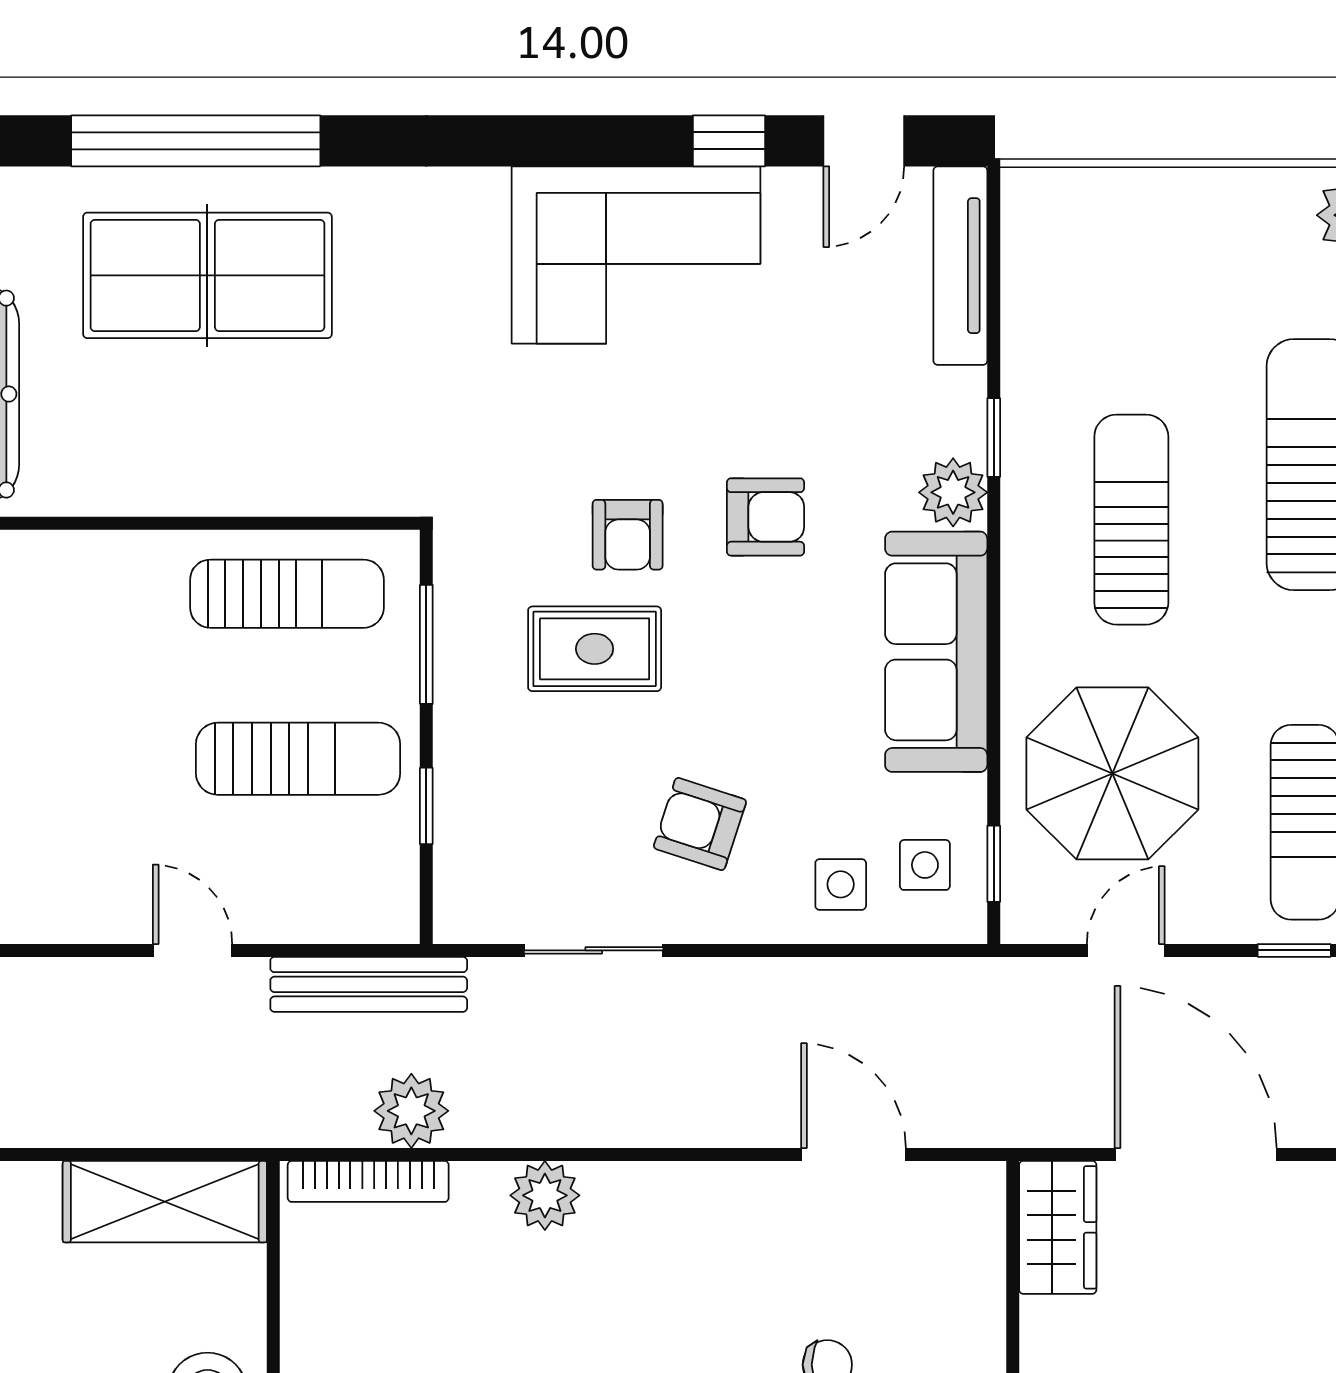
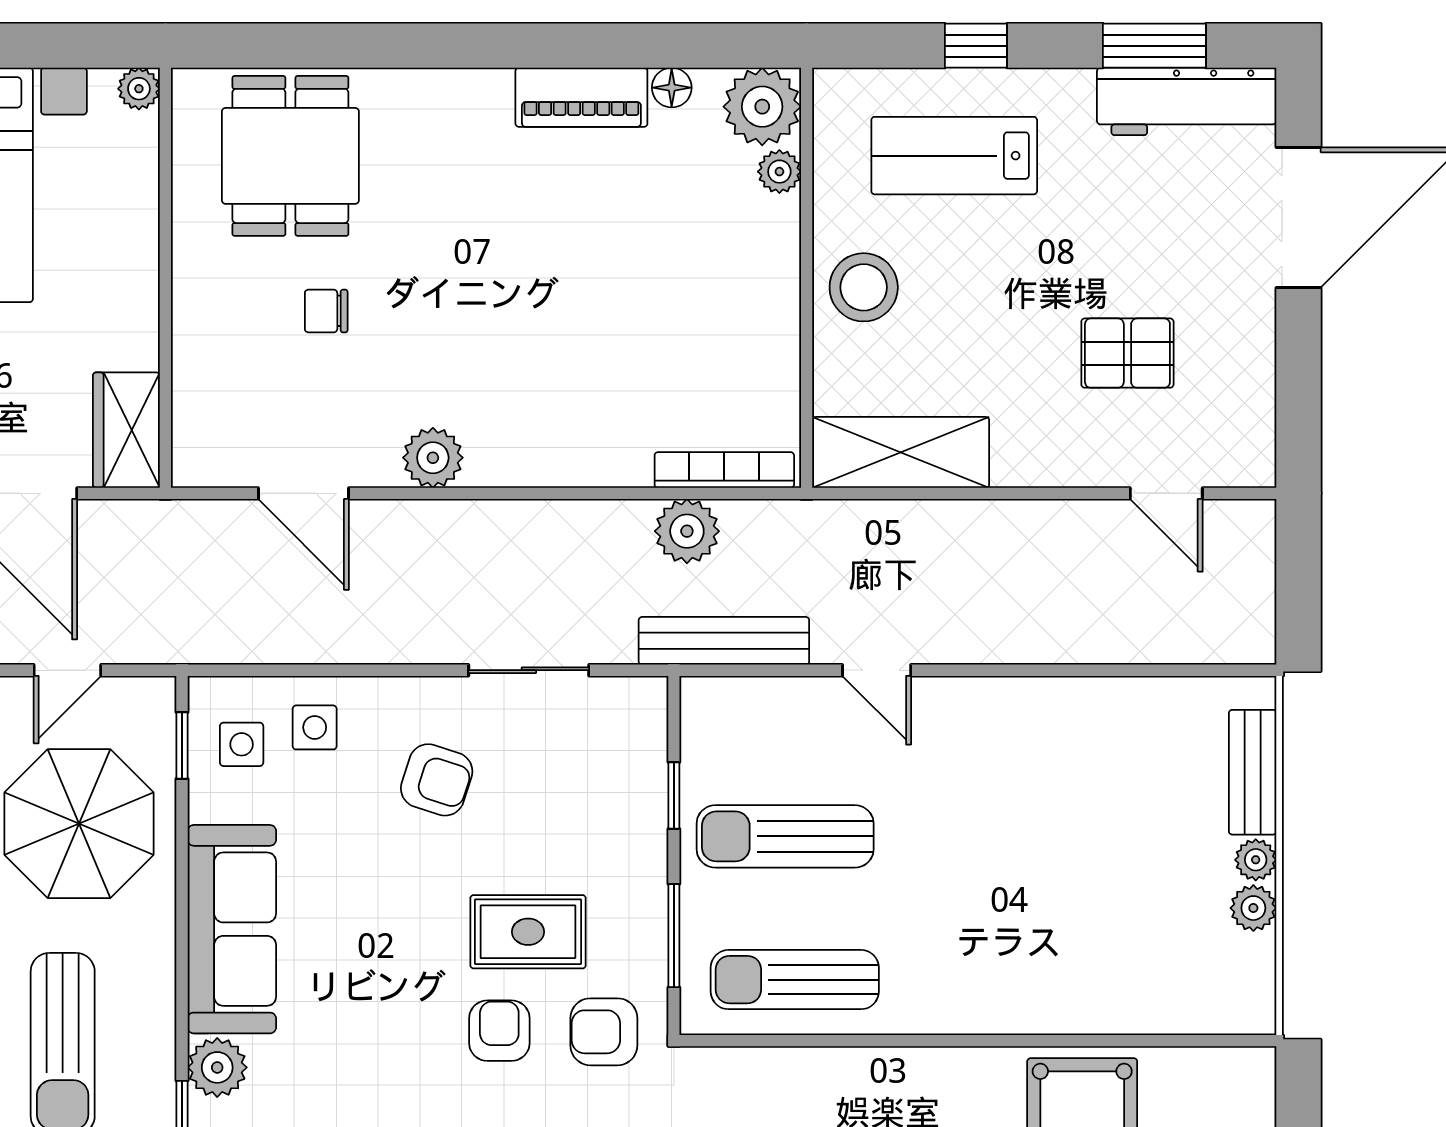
armchair: (765, 517) -> (604, 1032), moved
plant: (545, 1195) -> (433, 458), moved

